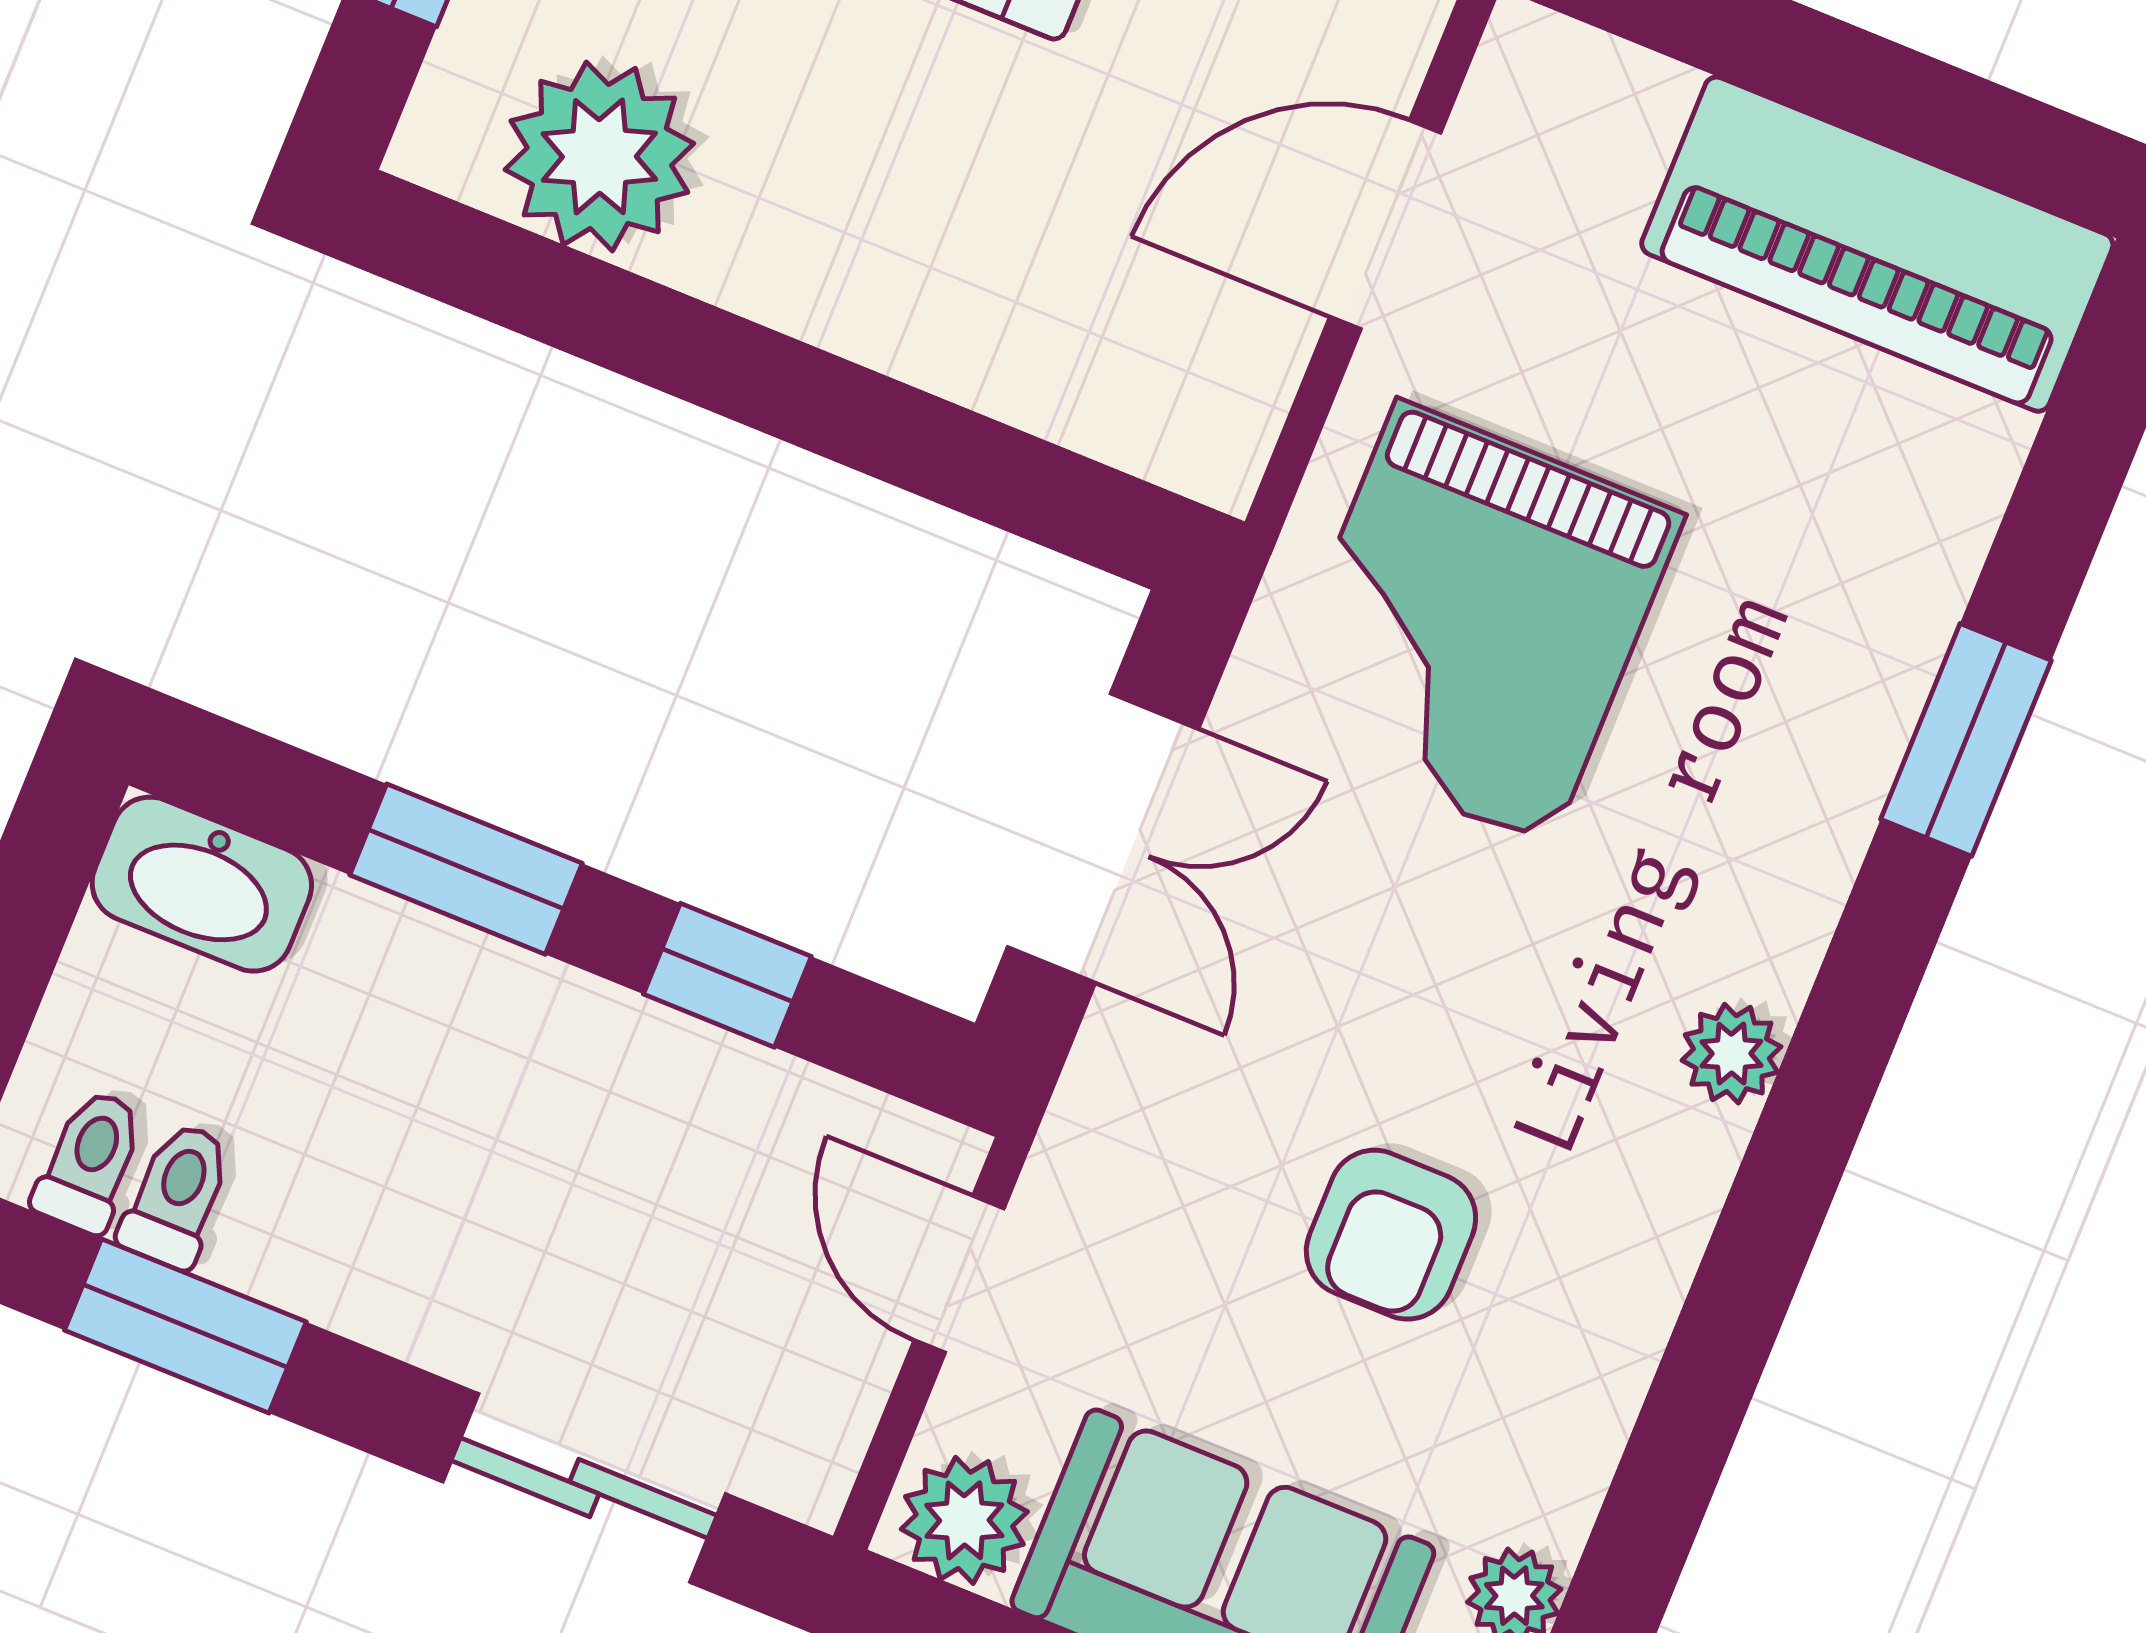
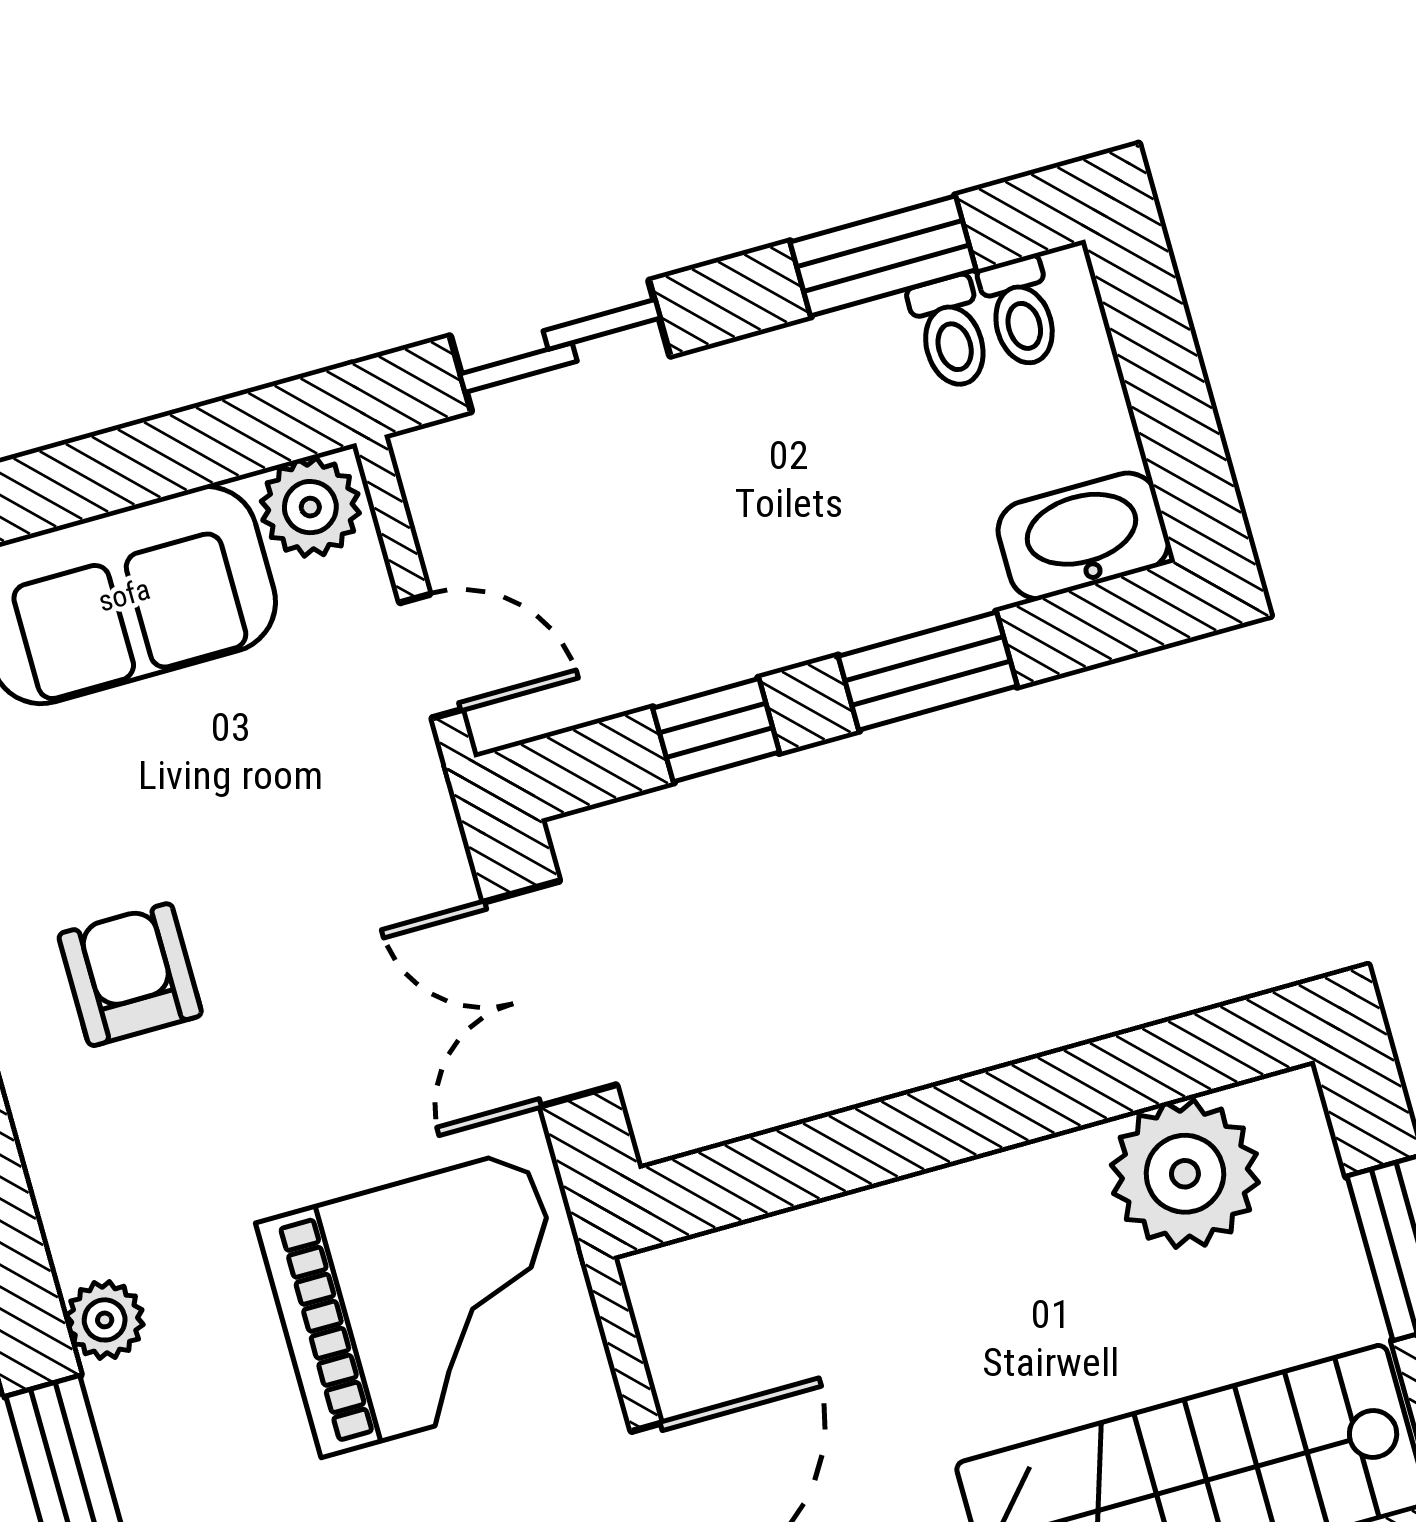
grand piano: (1474, 623) -> (424, 1303), turned 90
plant: (1731, 1054) -> (105, 1320), moved
armchair: (1391, 1235) -> (130, 975), moved

